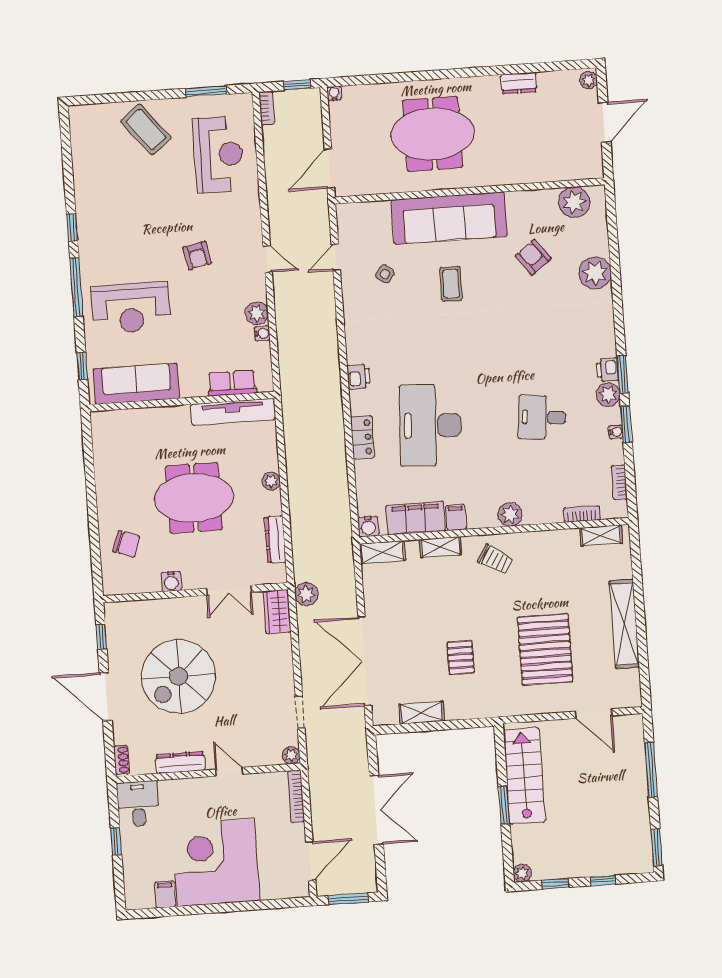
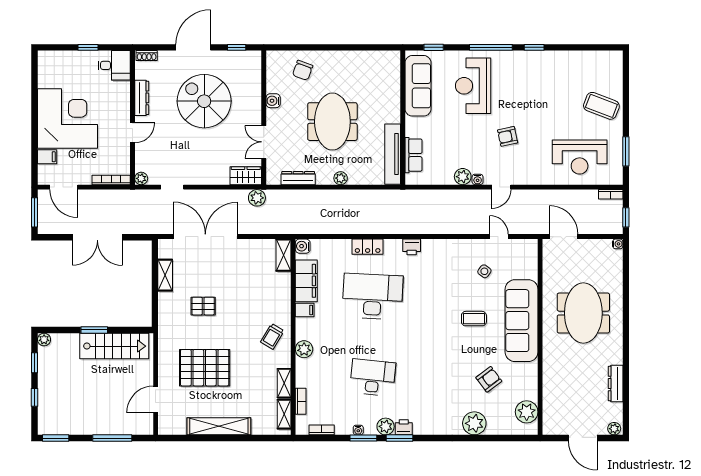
dresser: (519, 83) -> (616, 384), width x1.44
coffee table: (146, 129) -> (601, 106), turned 60
water cooler: (262, 333) -> (478, 179), moved
desk: (542, 417) -> (373, 377), width x1.37
shelving: (440, 547) -> (284, 383), moved
filing cabinet: (165, 894) -> (47, 157), moved

